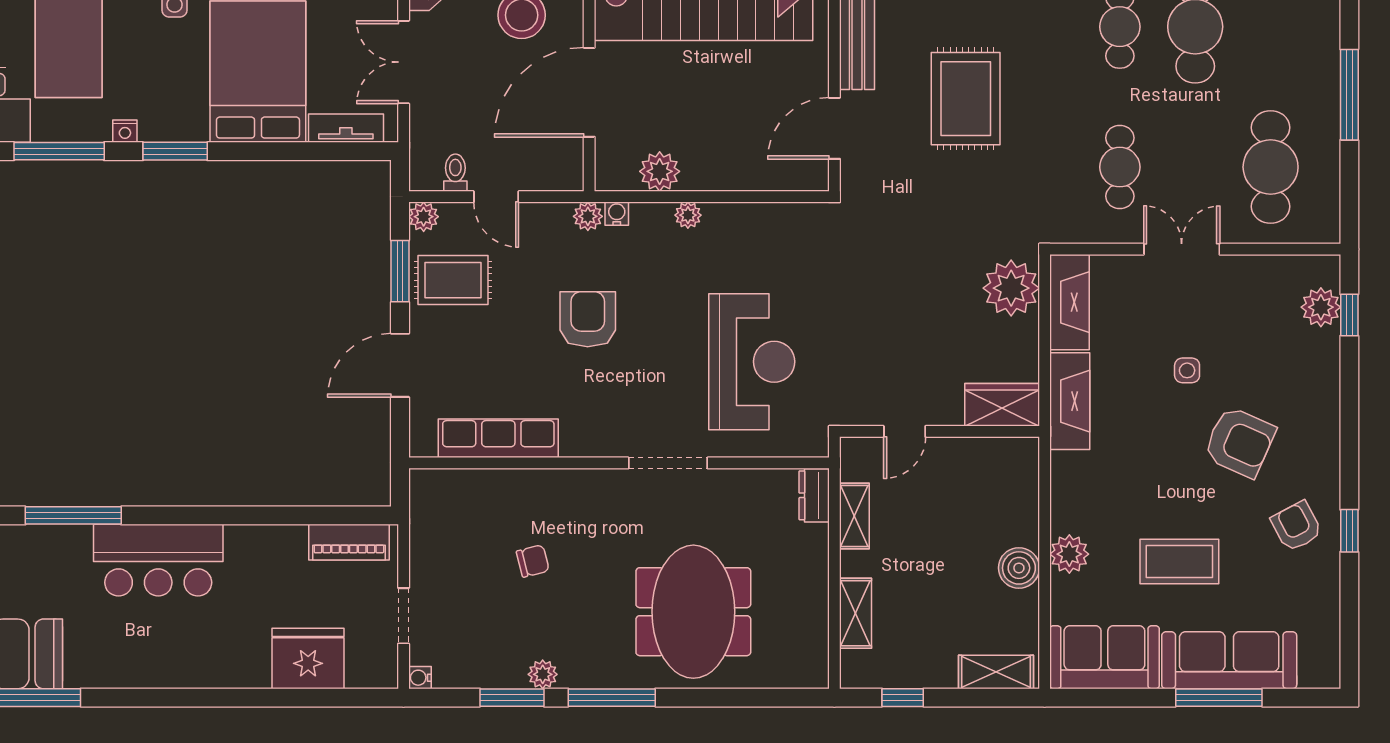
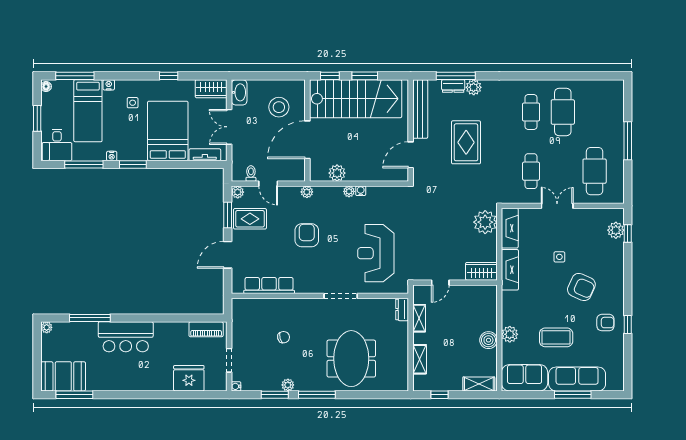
water cooler: (617, 214) -> (361, 191), moved
reception desk: (752, 362) -> (376, 253), turned 180
armchair: (1296, 526) -> (605, 323), turned 118

